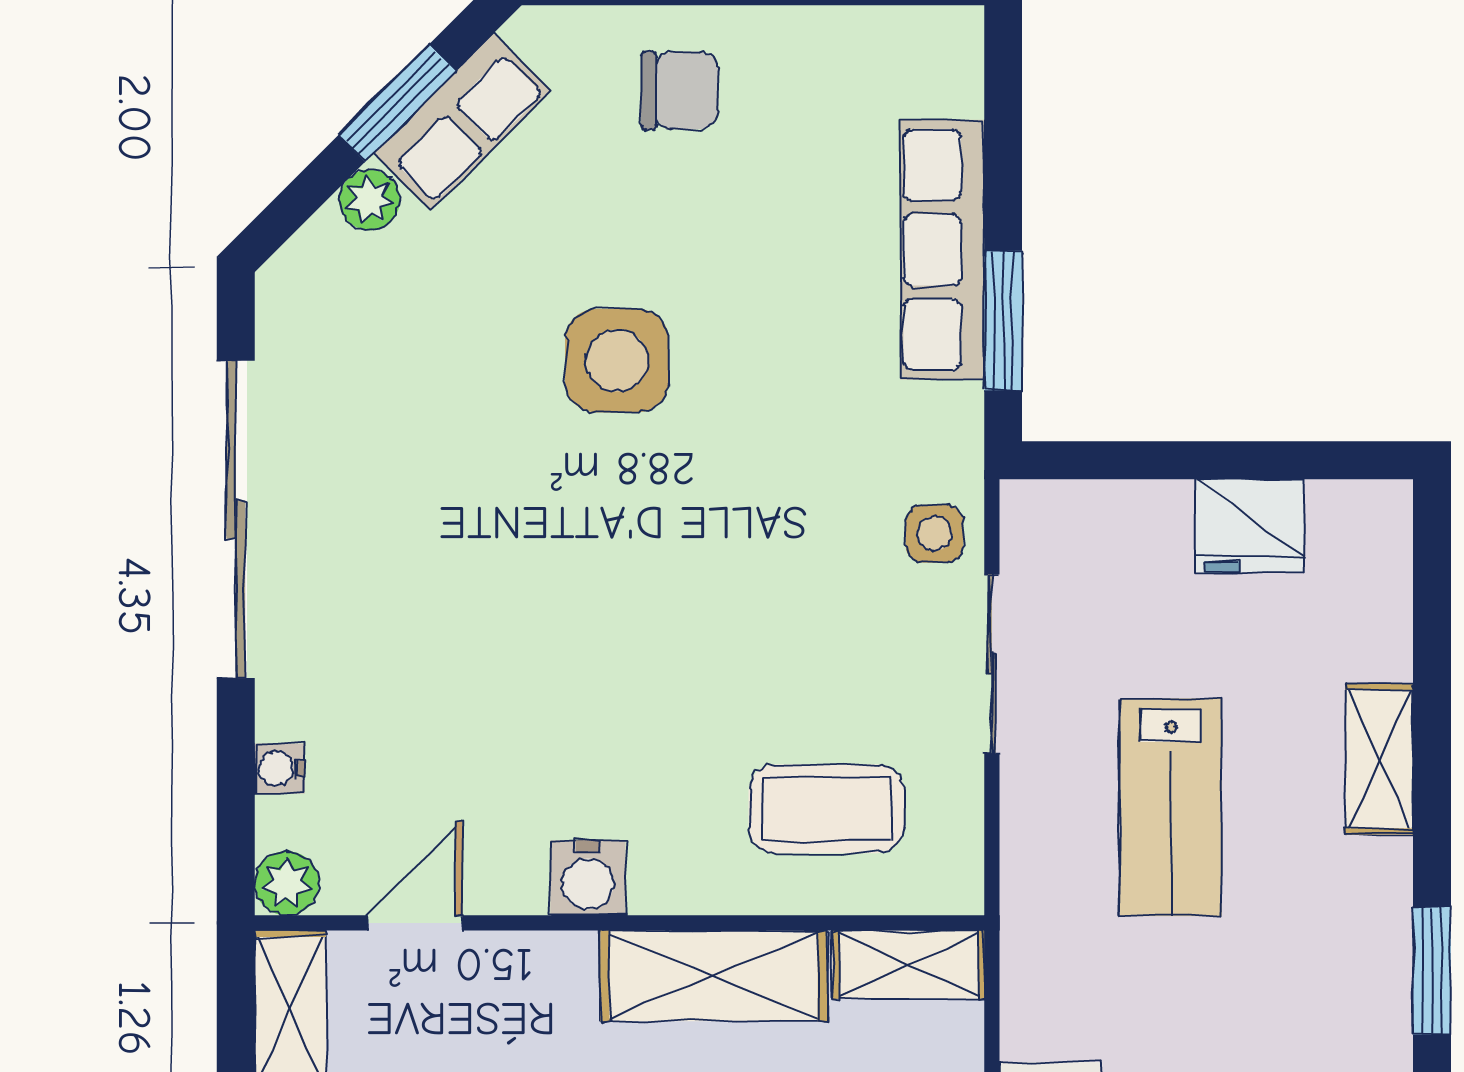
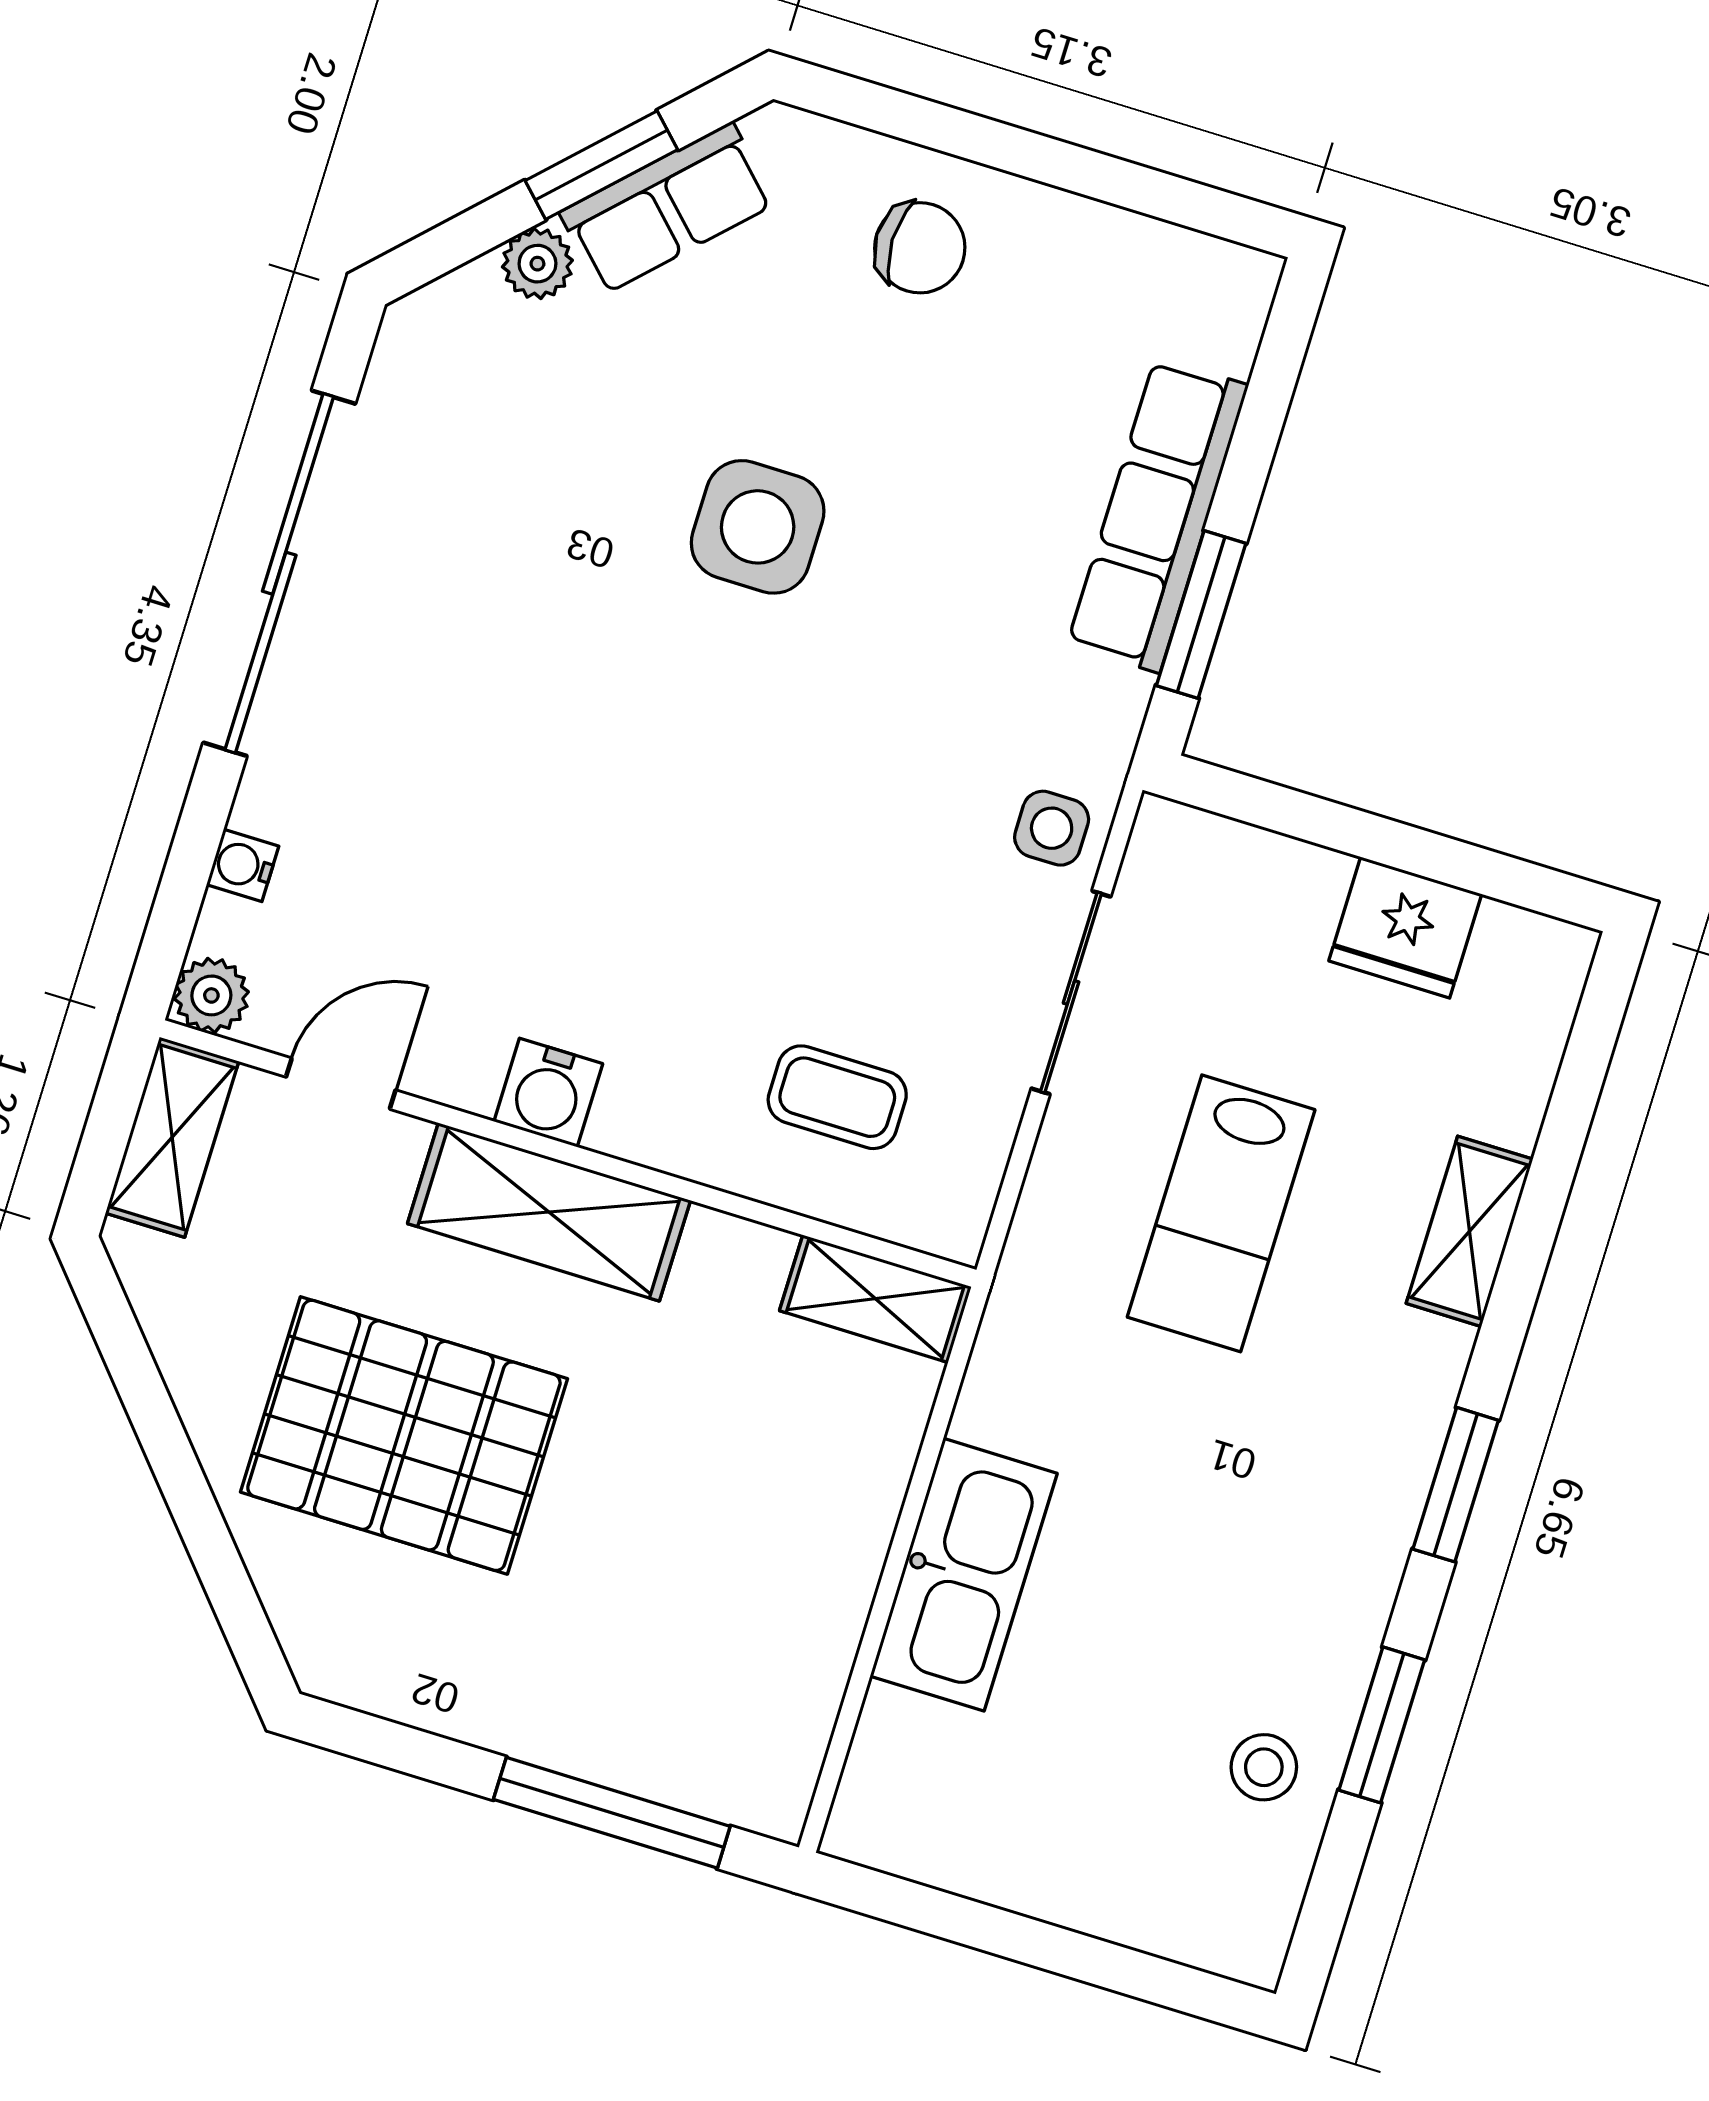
coffee table: (826, 809) -> (837, 1097), width x0.73, depth x0.77
shelving: (714, 976) -> (549, 1212), moved

